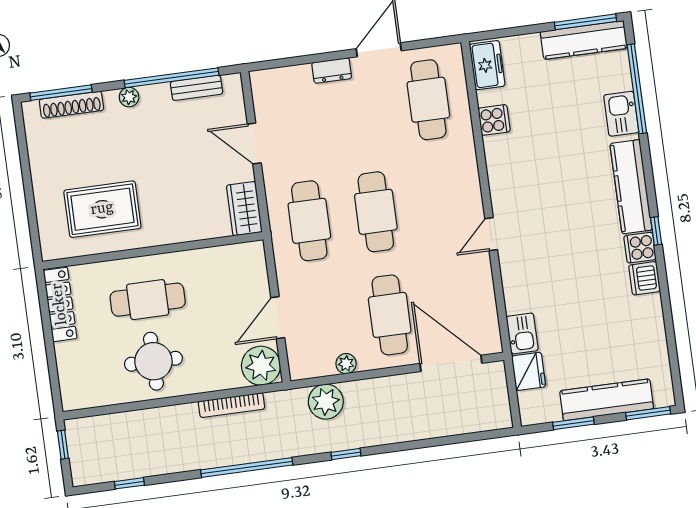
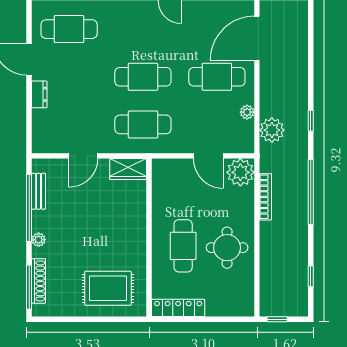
rug: (102, 209) -> (108, 288), moved, turned 90

